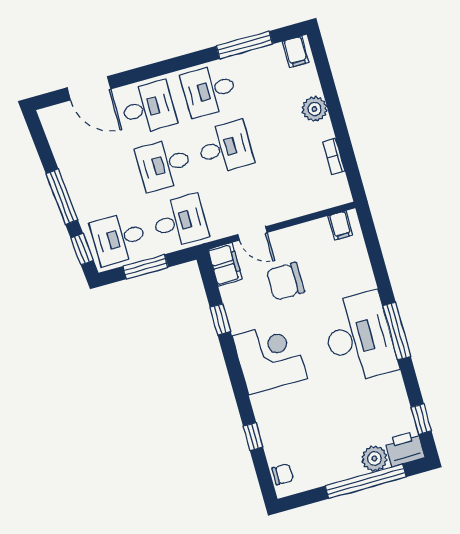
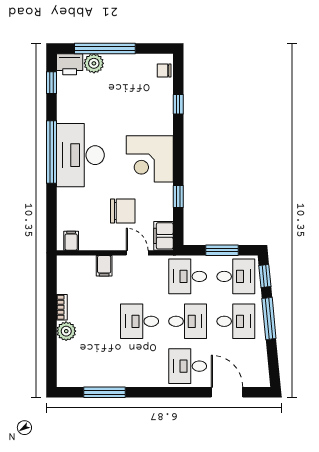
filing cabinet: (296, 52) -> (104, 266), moved, turned 180
desk: (209, 91) -> (236, 321), moved
bookcase: (334, 156) -> (62, 307), moved
window: (397, 331) -> (52, 152), width x1.46

